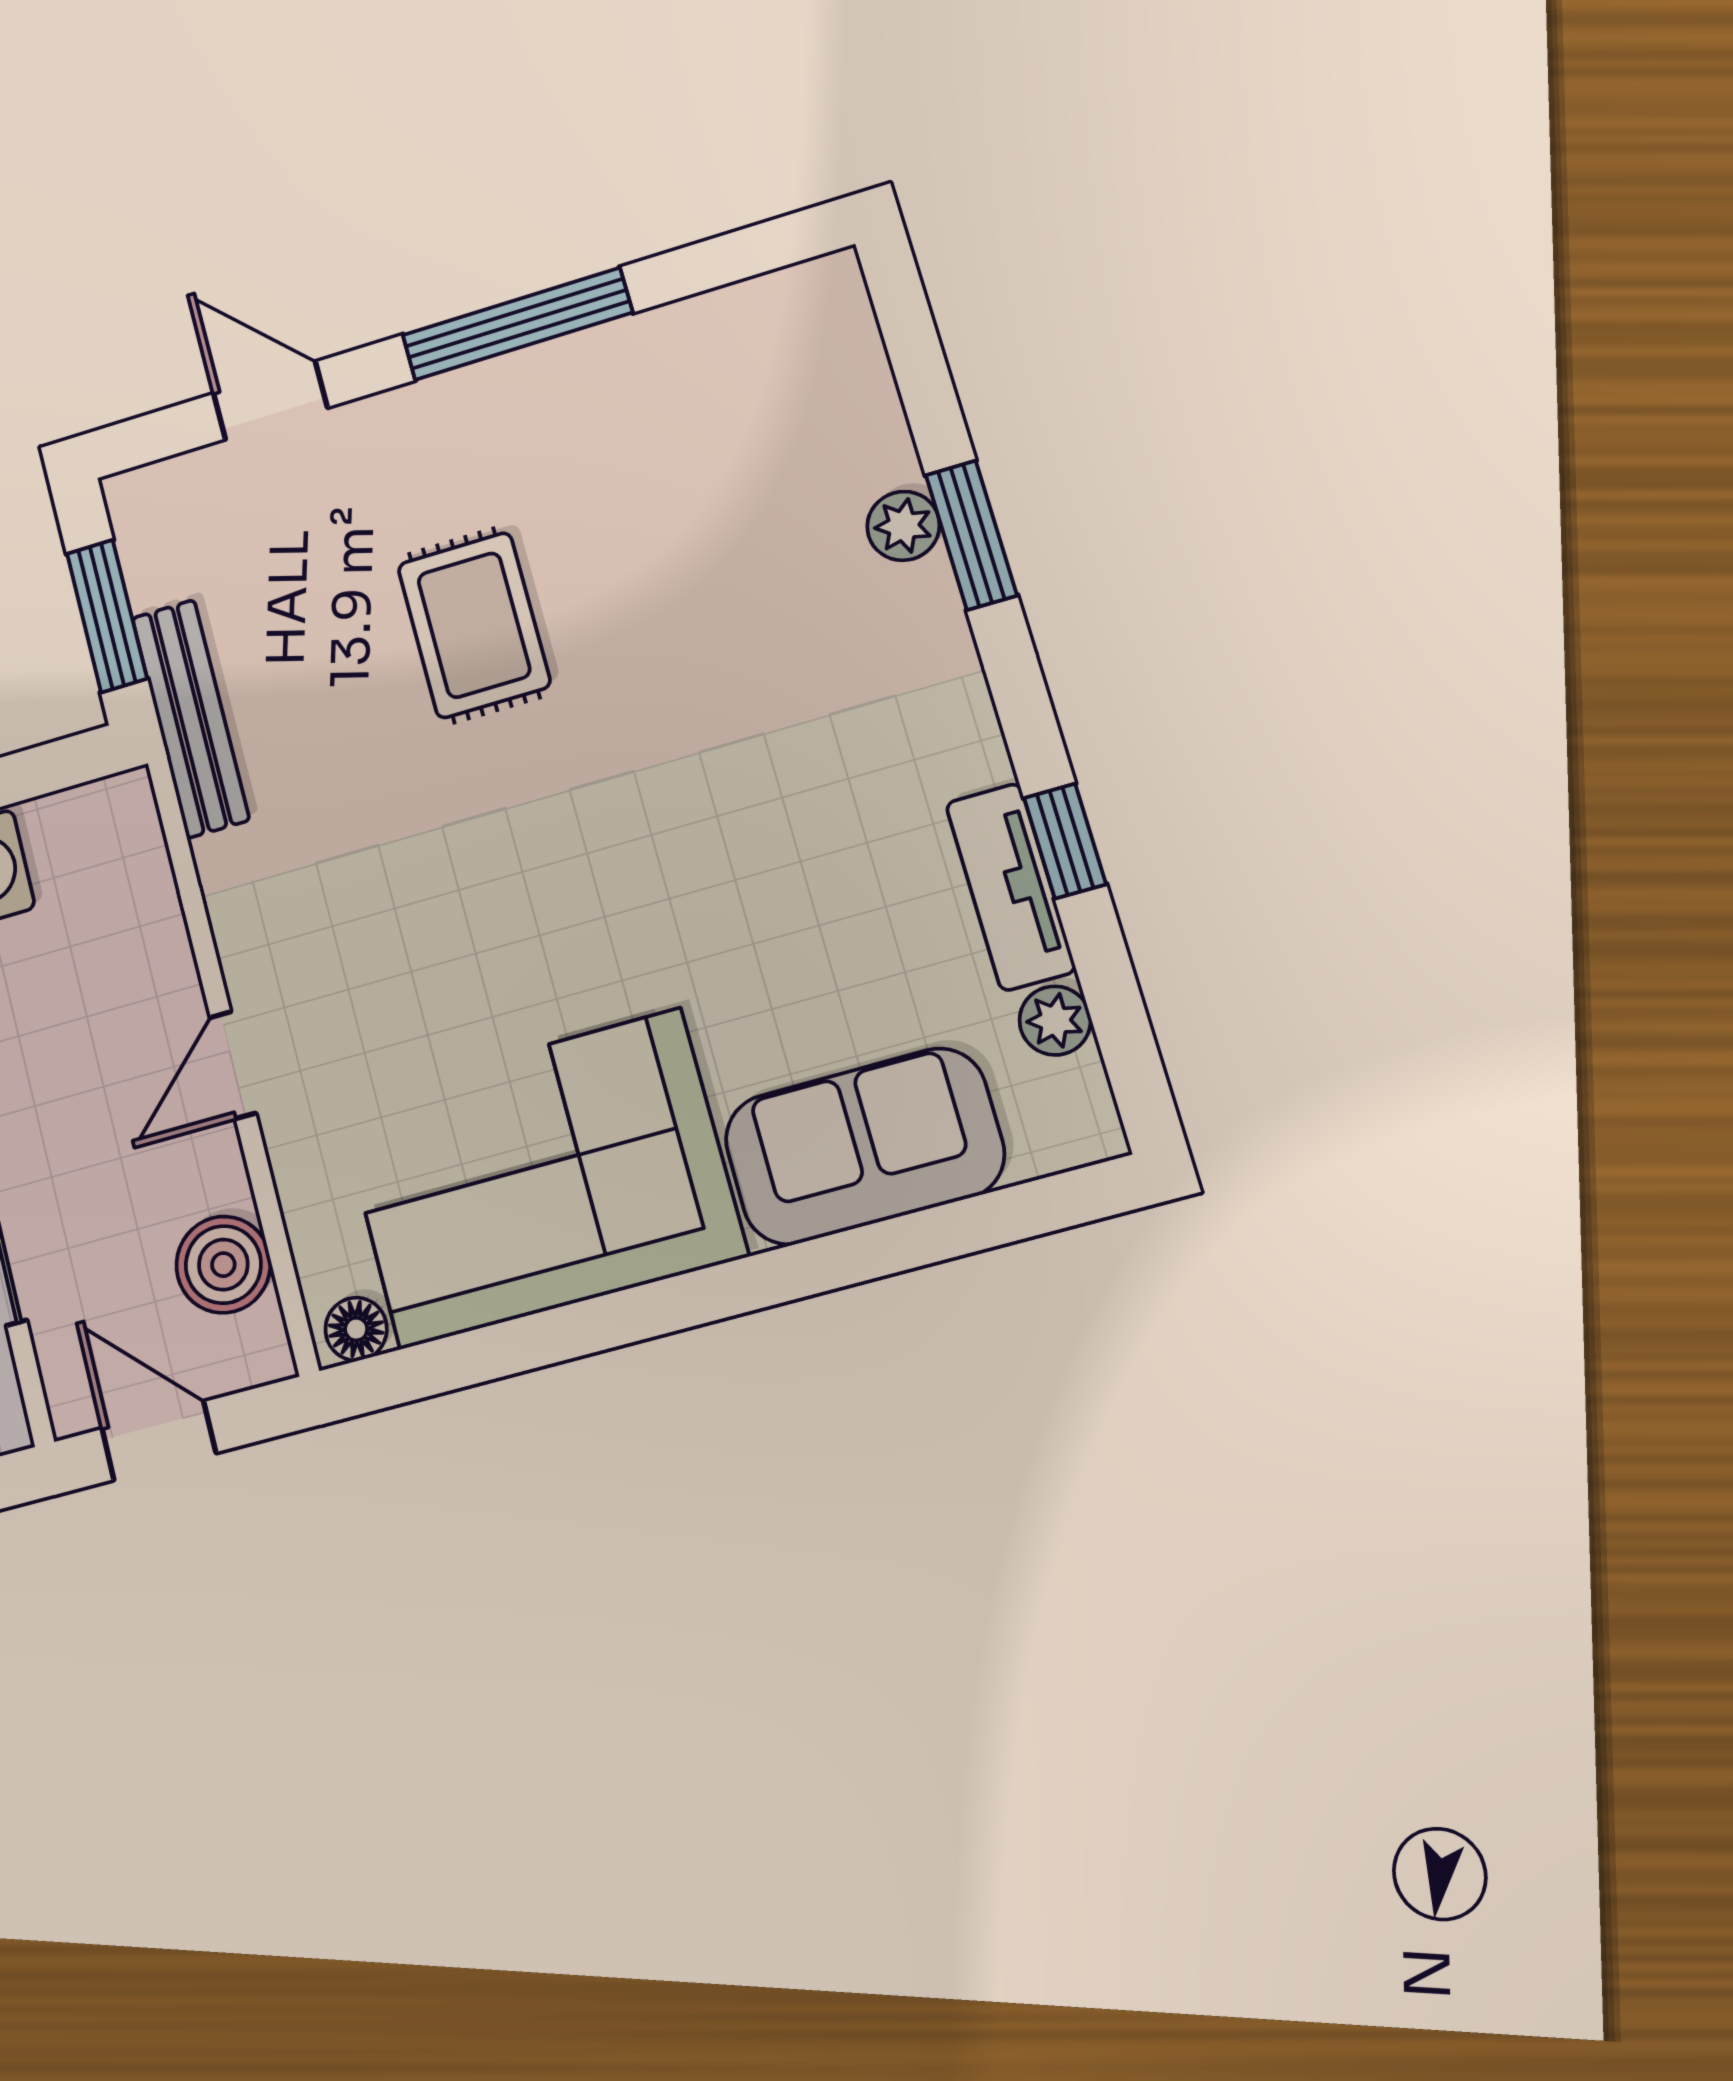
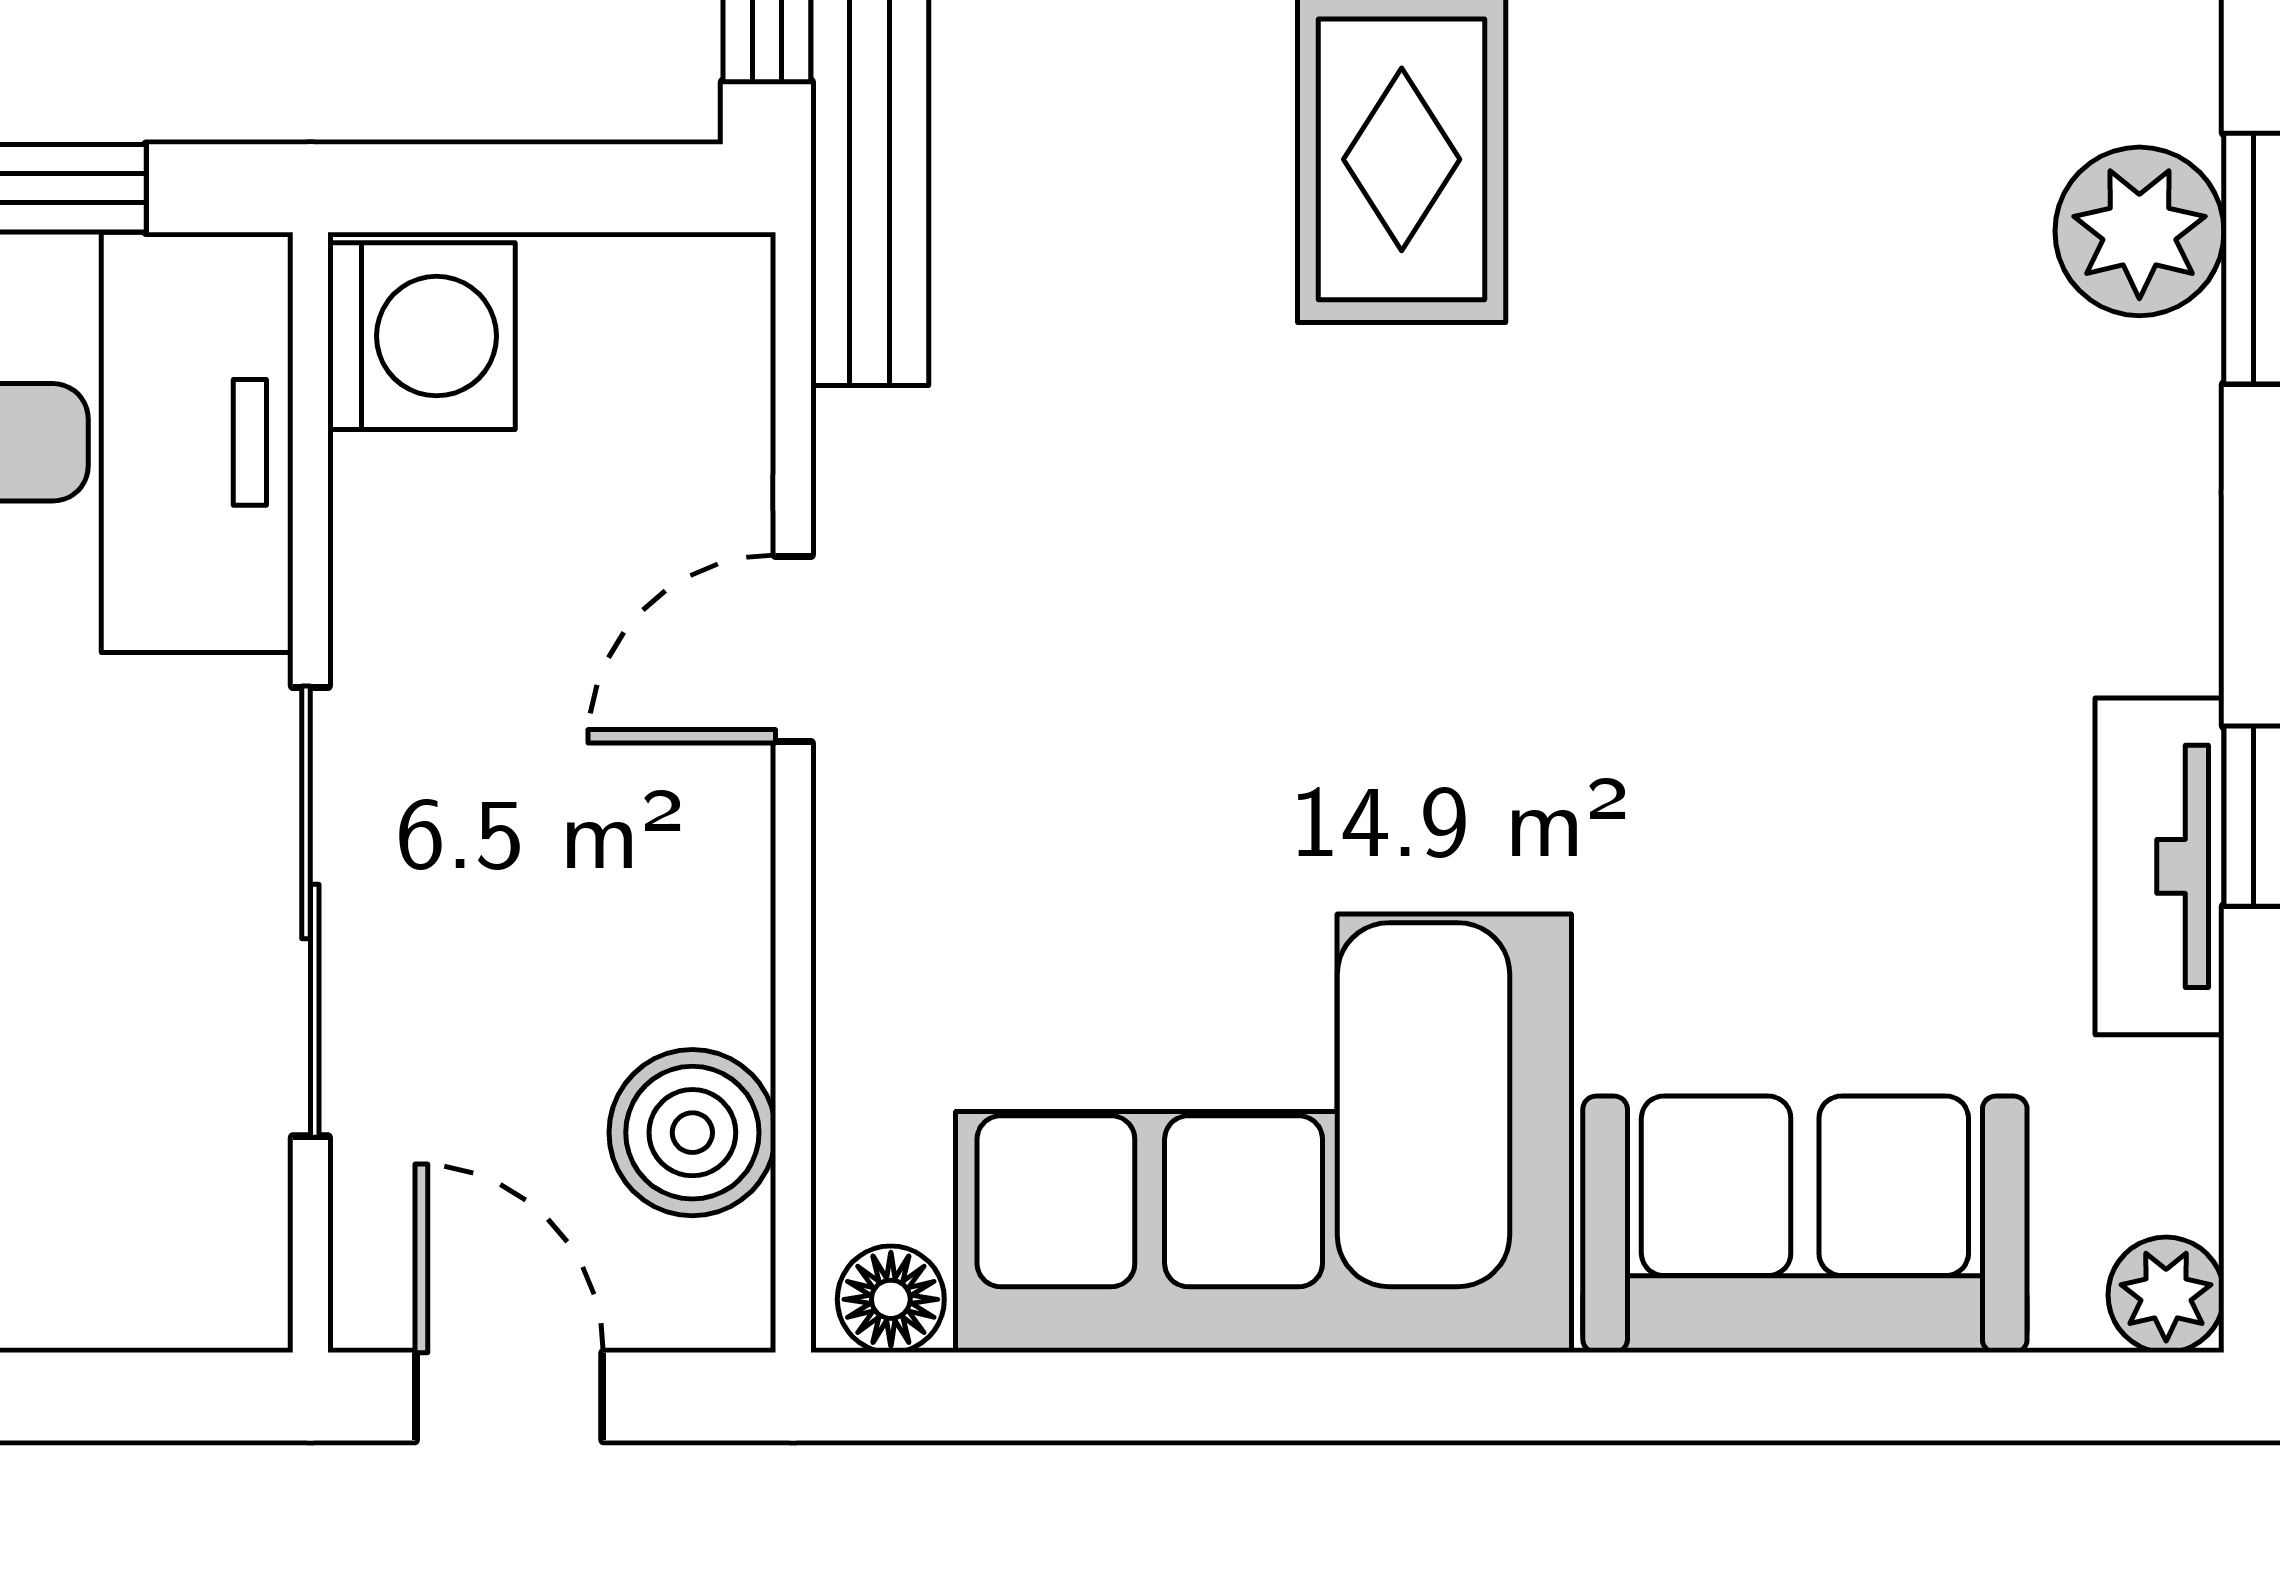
plant: (903, 526) -> (2139, 231), width x1.38, depth x1.38
plant: (1055, 1021) -> (2166, 1295), moved
door: (233, 1065) -> (793, 649), moved

